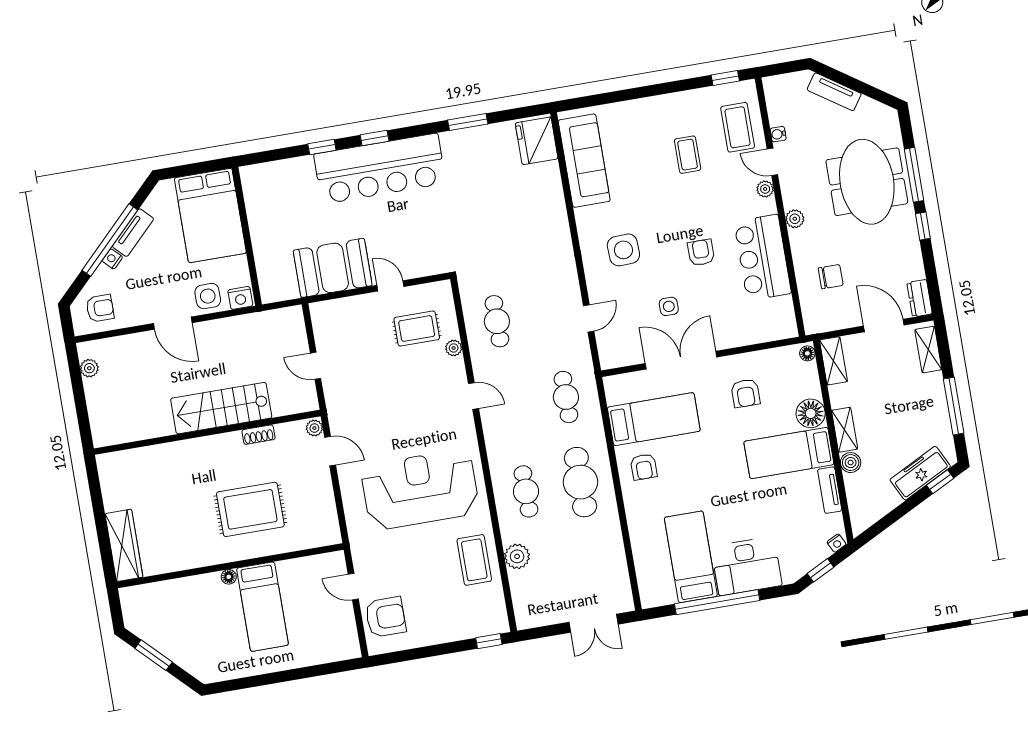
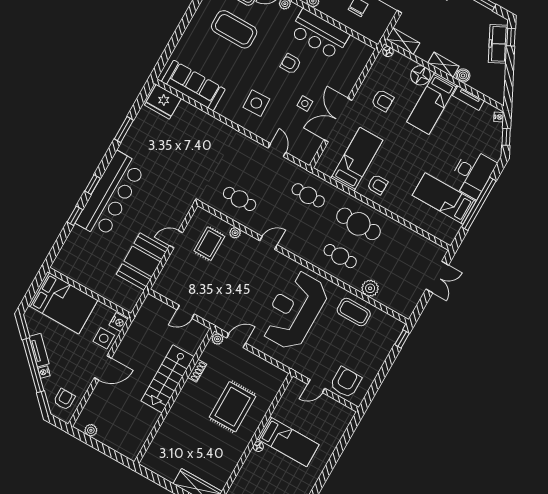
coffee table: (688, 155) -> (234, 29), width x1.86, depth x1.72

